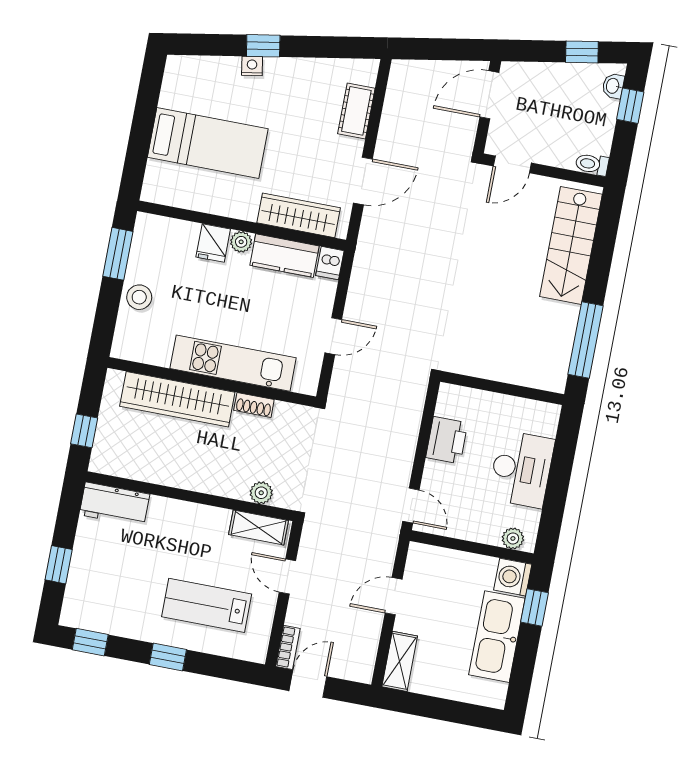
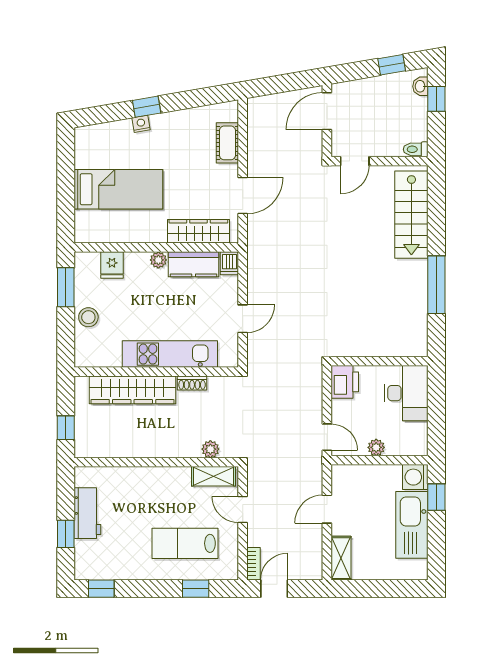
fridge: (213, 243) -> (112, 265), moved
wall: (502, 388) -> (380, 361), moved
workbench: (114, 504) -> (87, 513), moved, turned -90
plant: (513, 538) -> (376, 447), moved
window: (168, 657) -> (196, 589), moved

